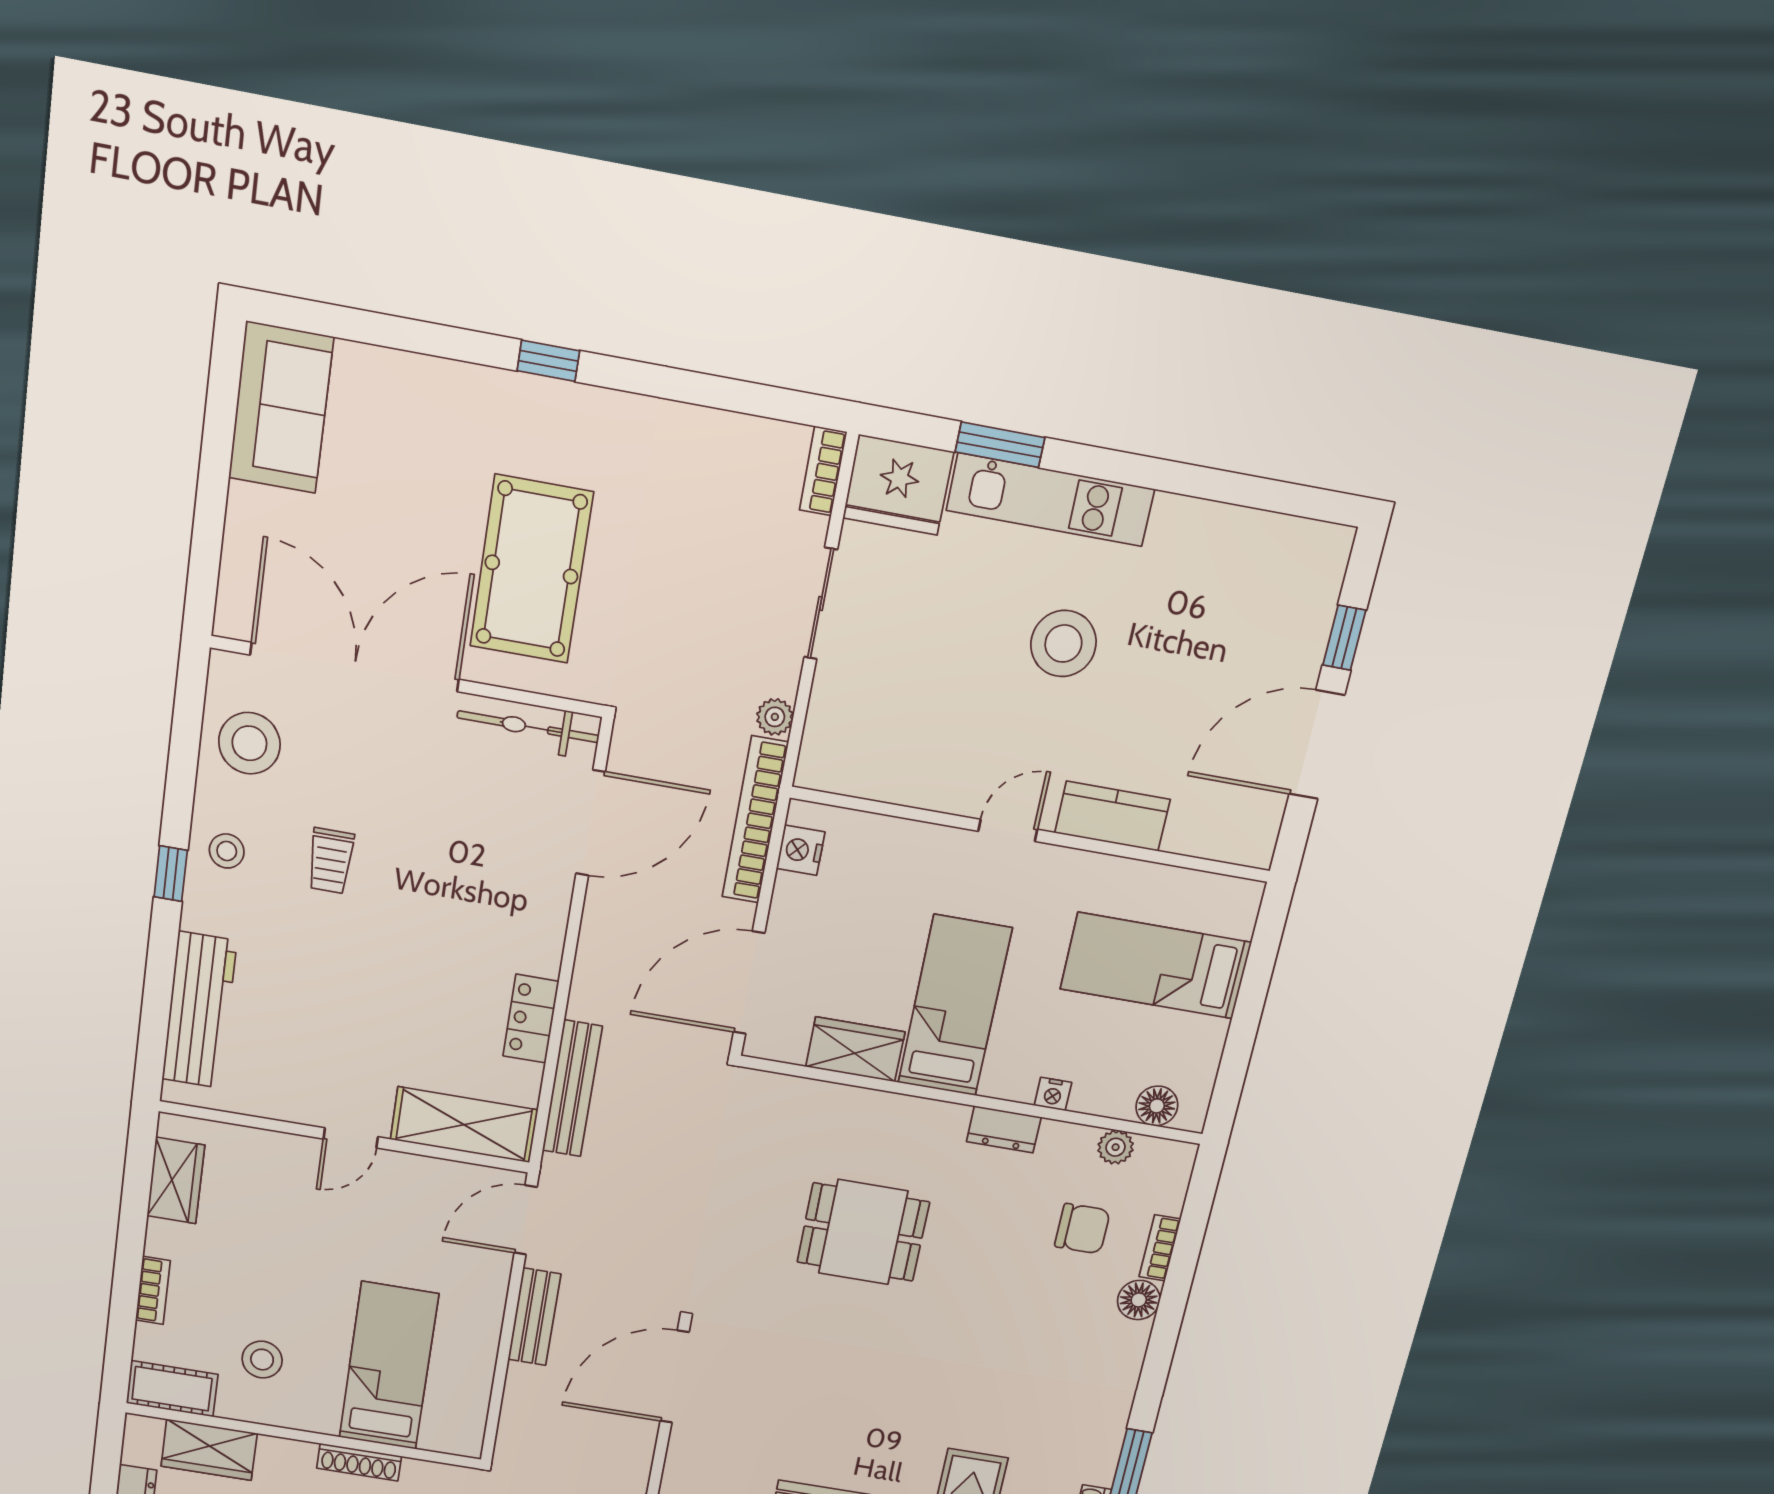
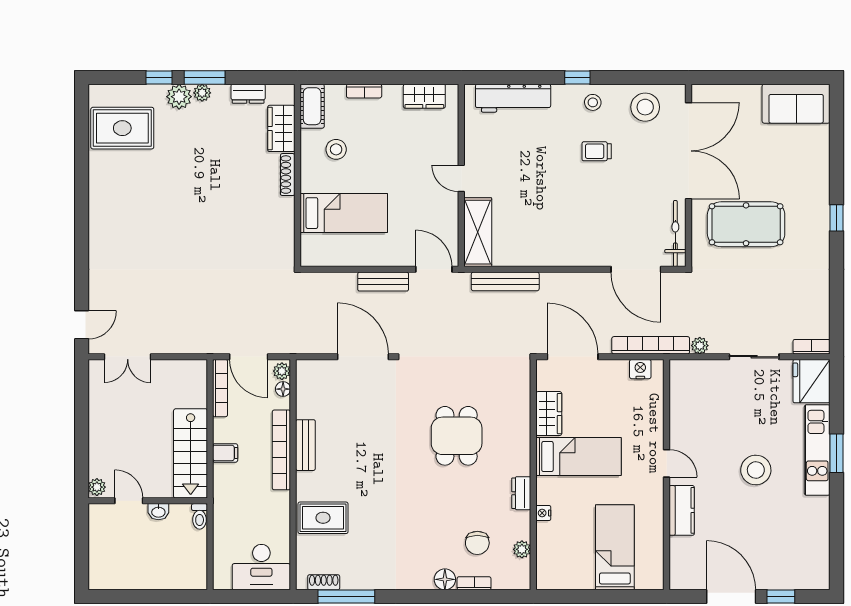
window: (1000, 445) -> (837, 453), moved
locker: (531, 1019) -> (537, 256), removed
floor lamp: (1157, 1106) -> (546, 564), removed
shoe rack: (359, 1462) -> (288, 175), moved

